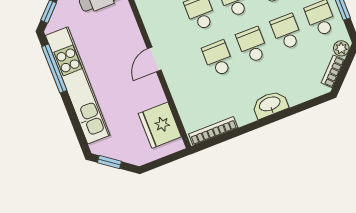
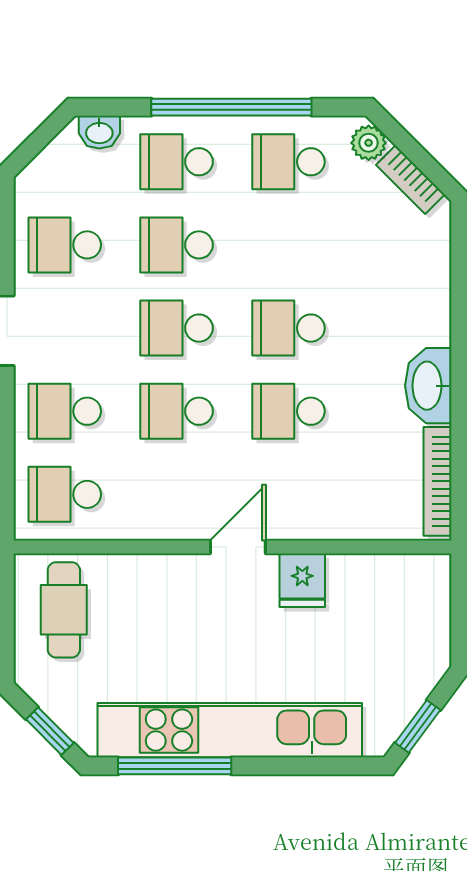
school desk: (286, 32) -> (288, 245), removed
door: (154, 59) -> (238, 547), swing flipped
washbasin: (270, 104) -> (428, 386), moved
fridge: (160, 125) -> (302, 580), moved, width x0.53, depth x0.75

